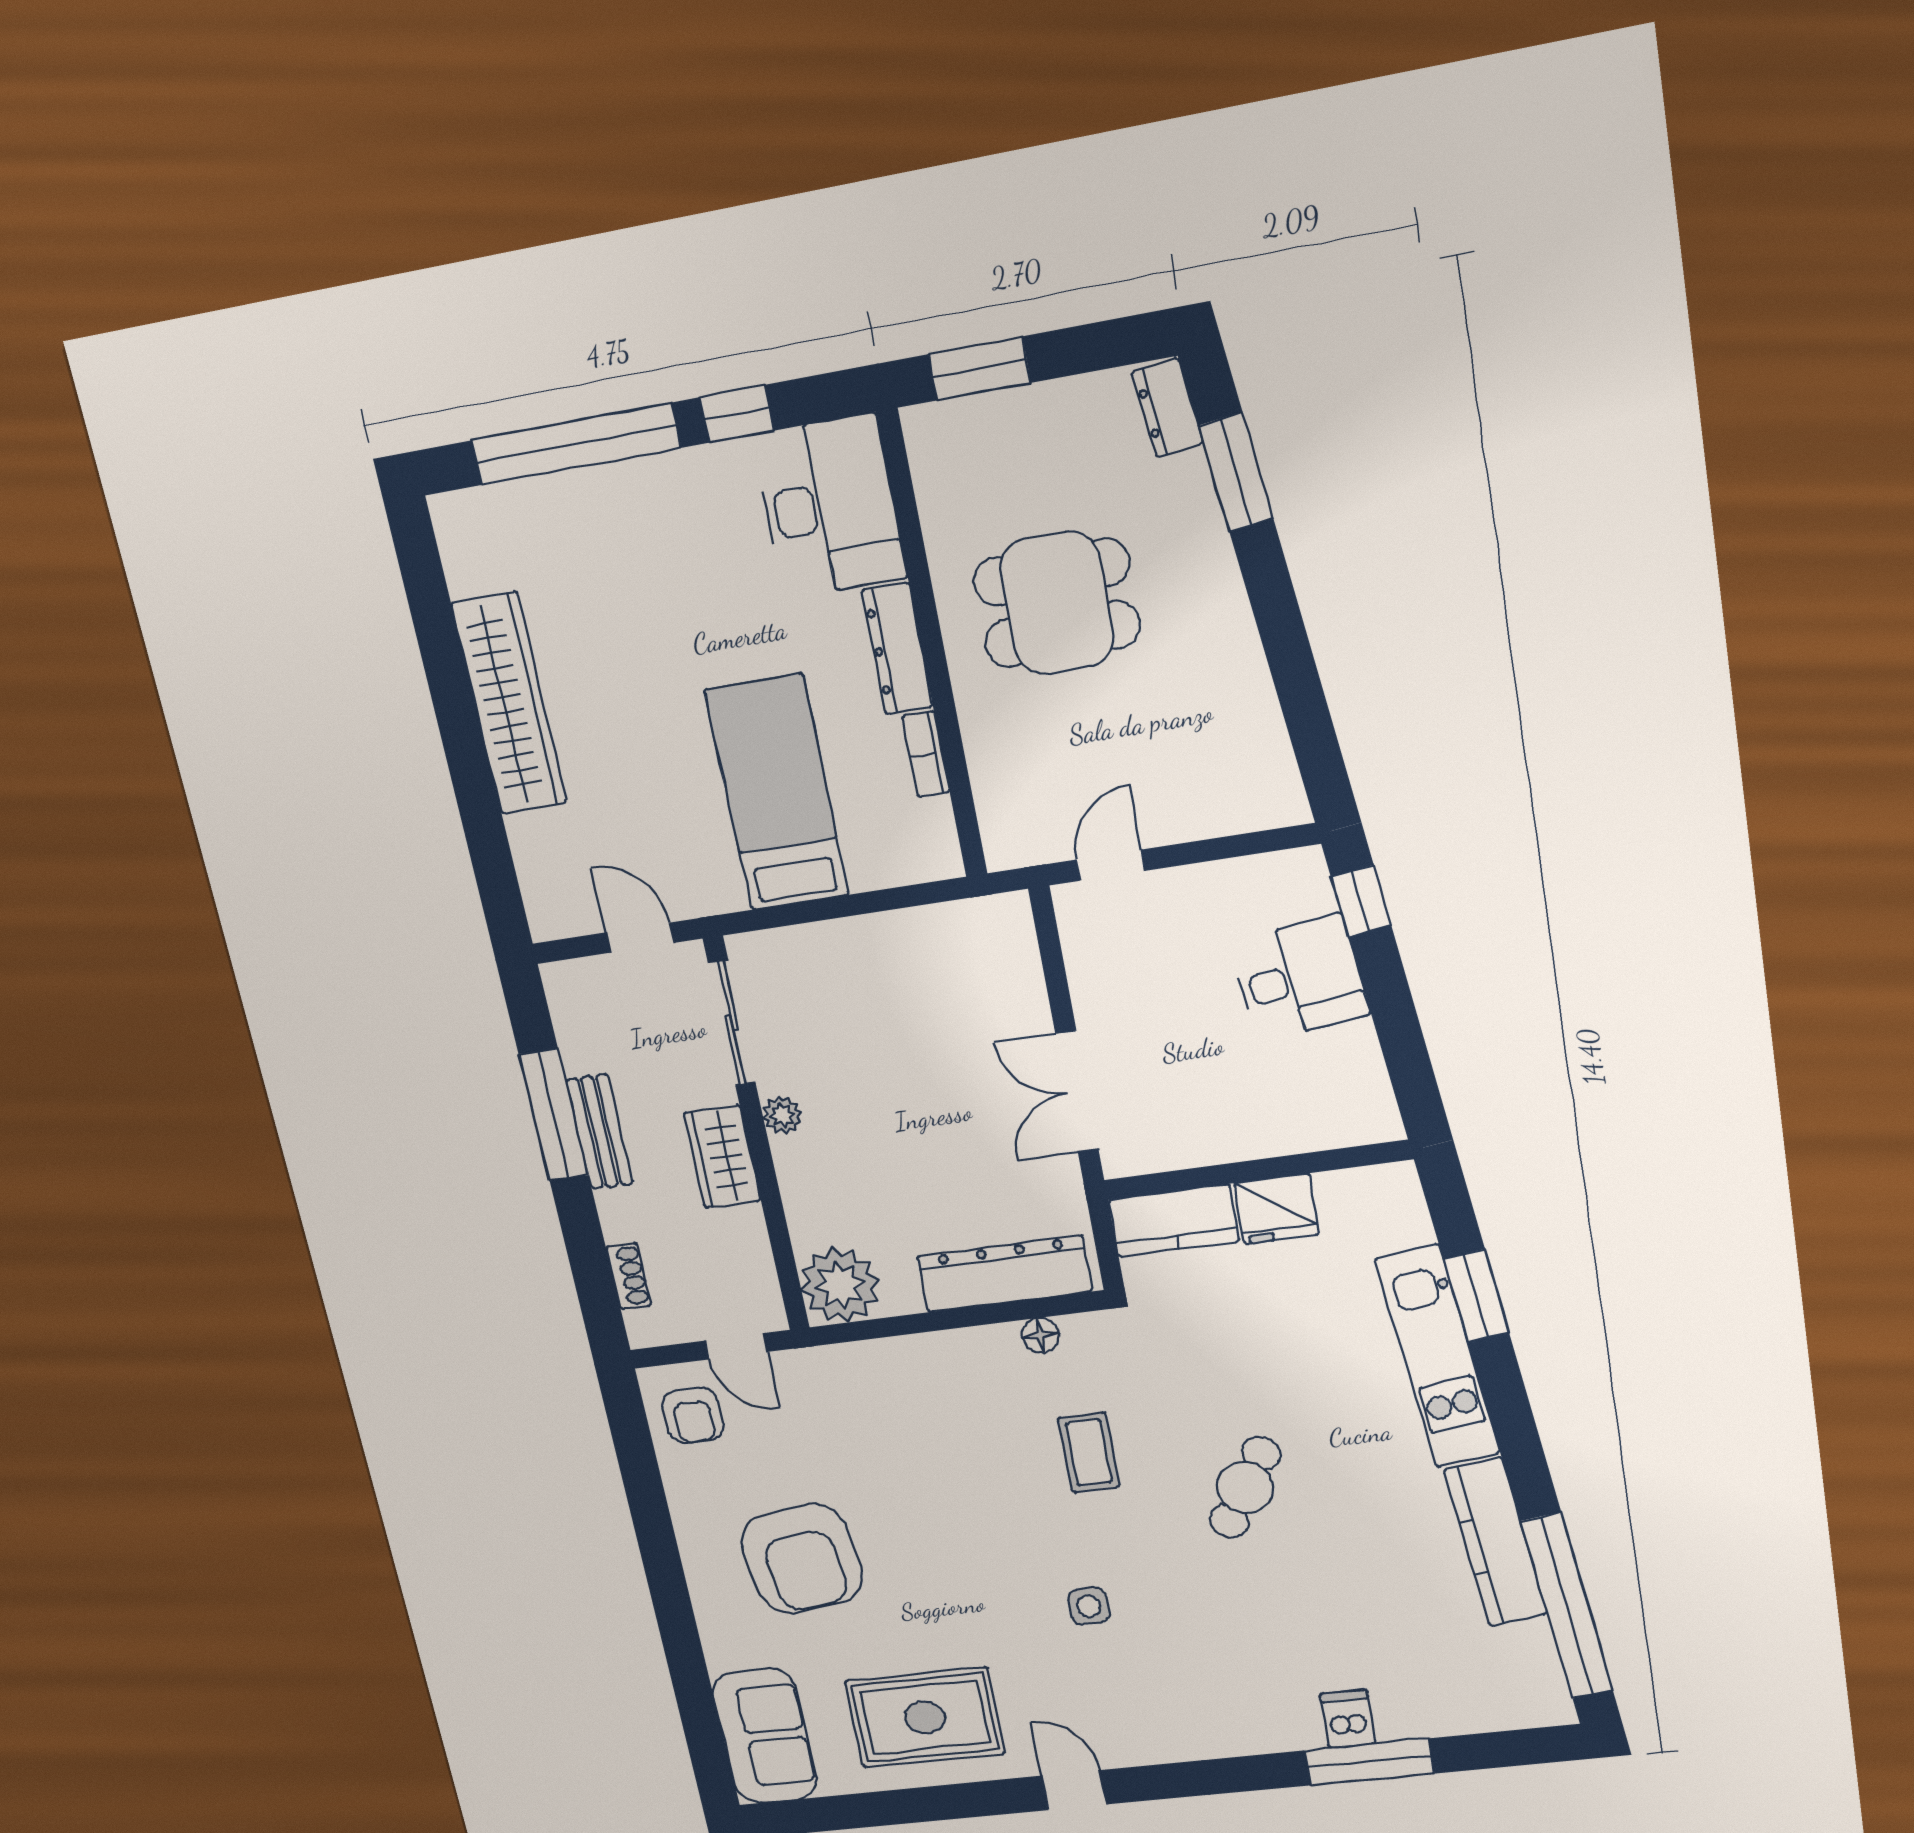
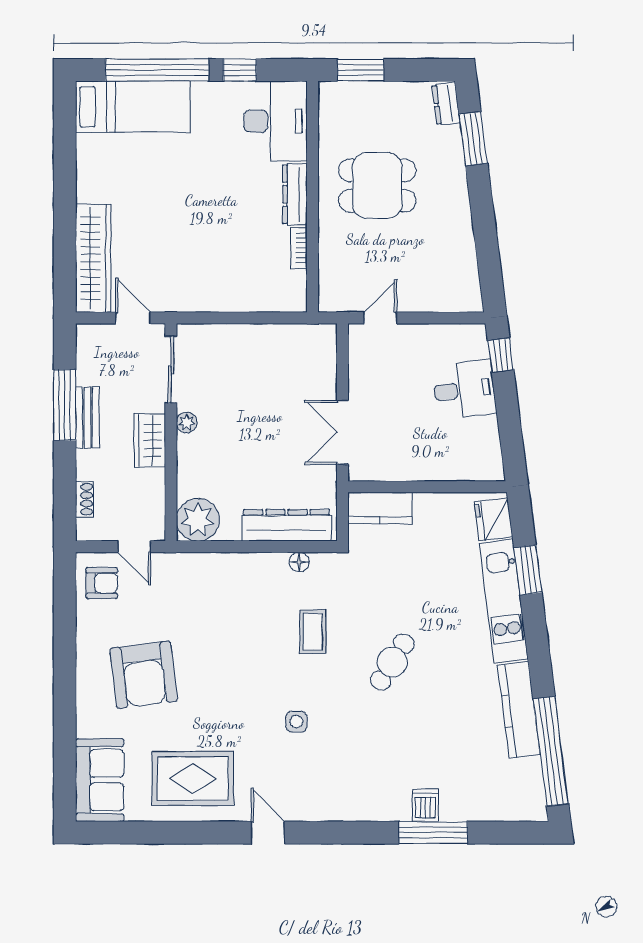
wardrobe: (509, 704) -> (93, 258), moved
bed: (777, 793) -> (133, 107), moved, turned 90
fridge: (1277, 1209) -> (493, 519), moved, turned 83
armchair: (693, 1415) -> (102, 583), turned -90

